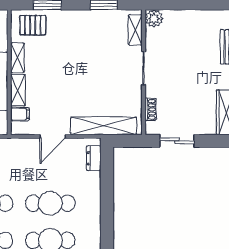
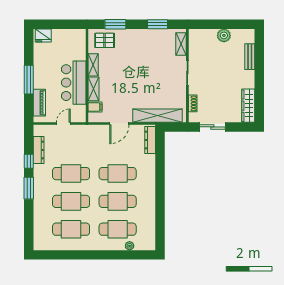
plant: (154, 18) -> (224, 35), moved
dresser: (94, 158) -> (150, 140), width x1.44

